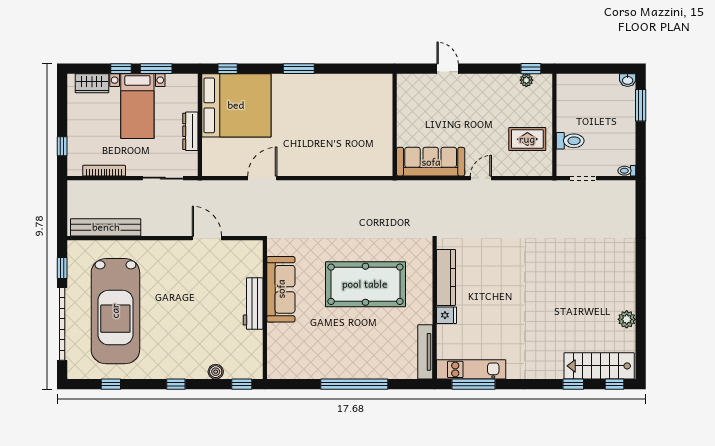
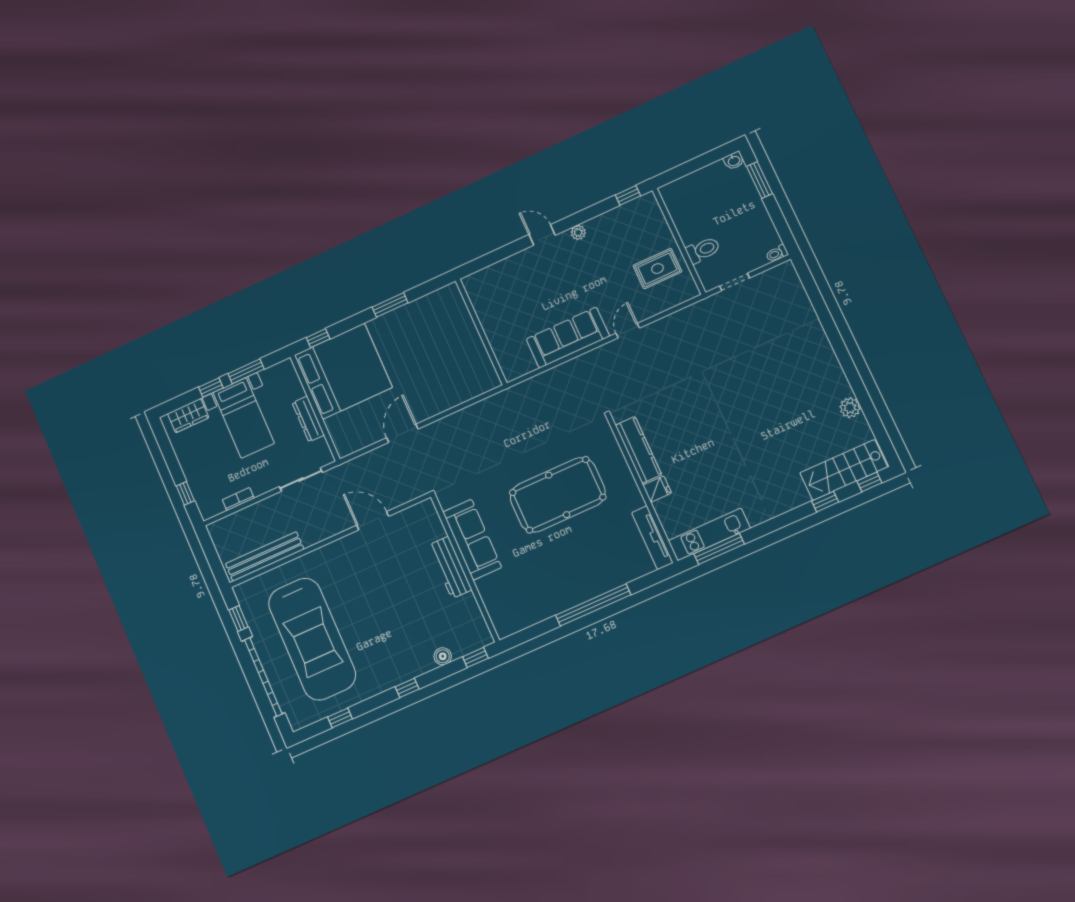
plant: (526, 80) -> (578, 232), moved
wall: (395, 125) -> (481, 332), moved
bookcase: (104, 171) -> (238, 499), width x0.64

